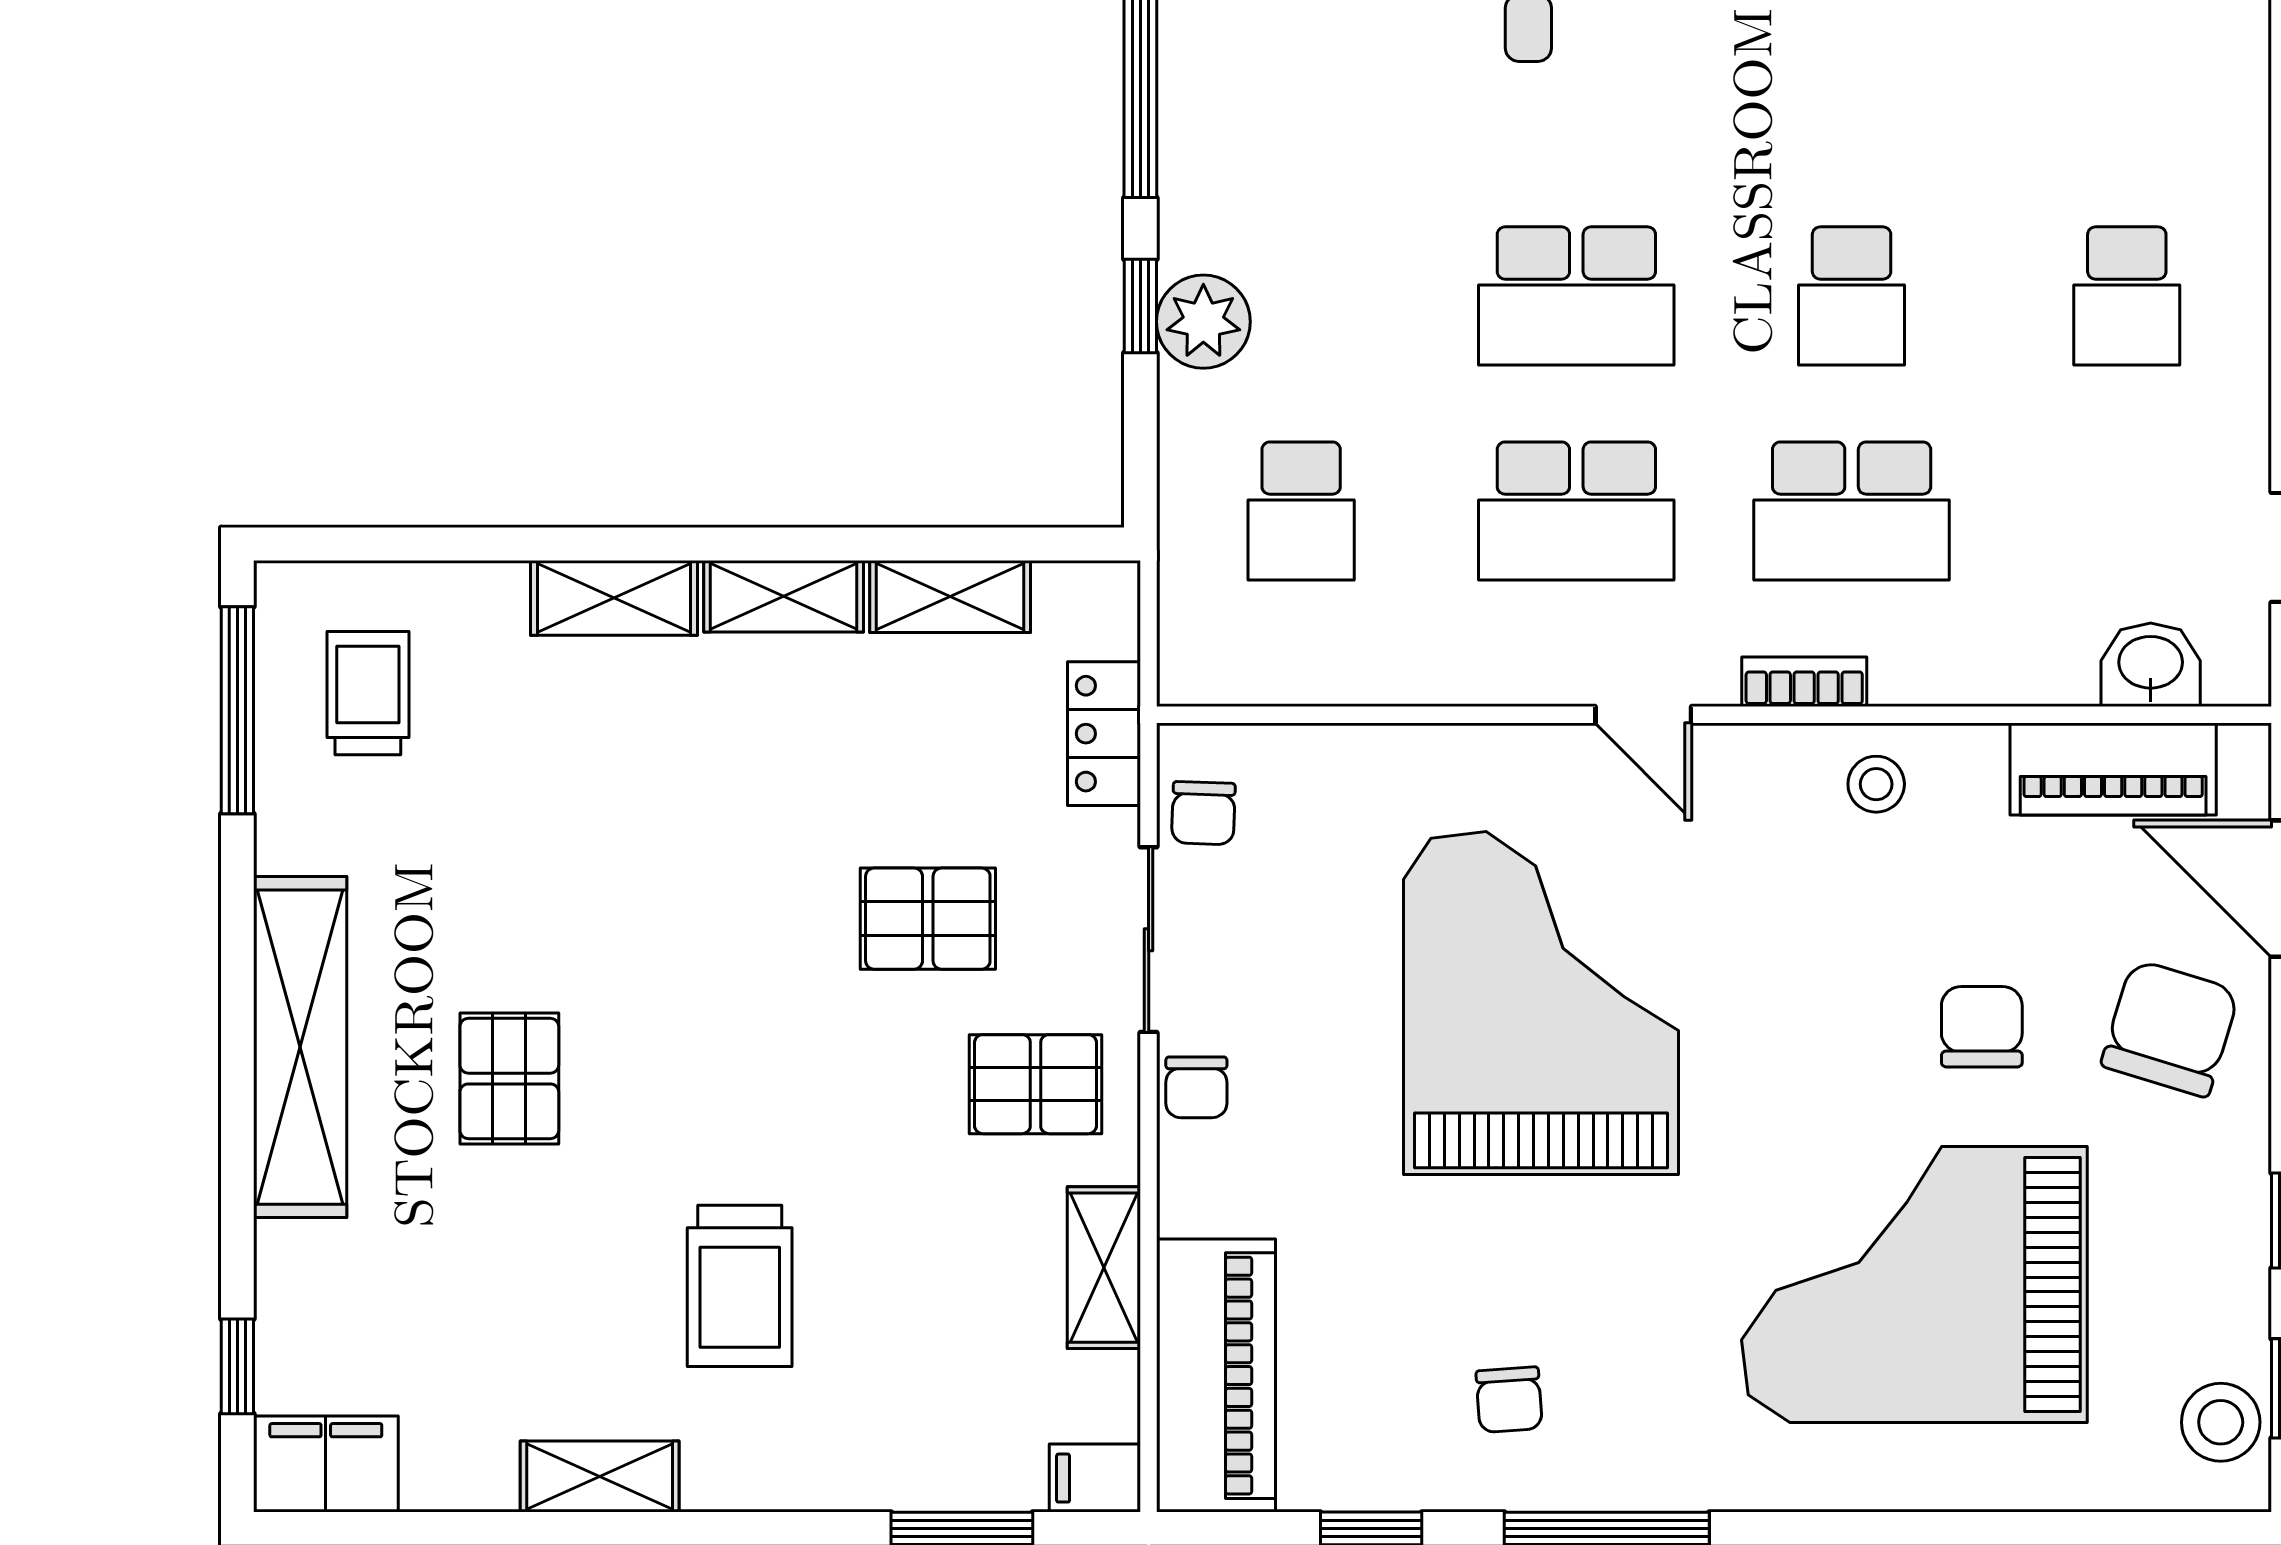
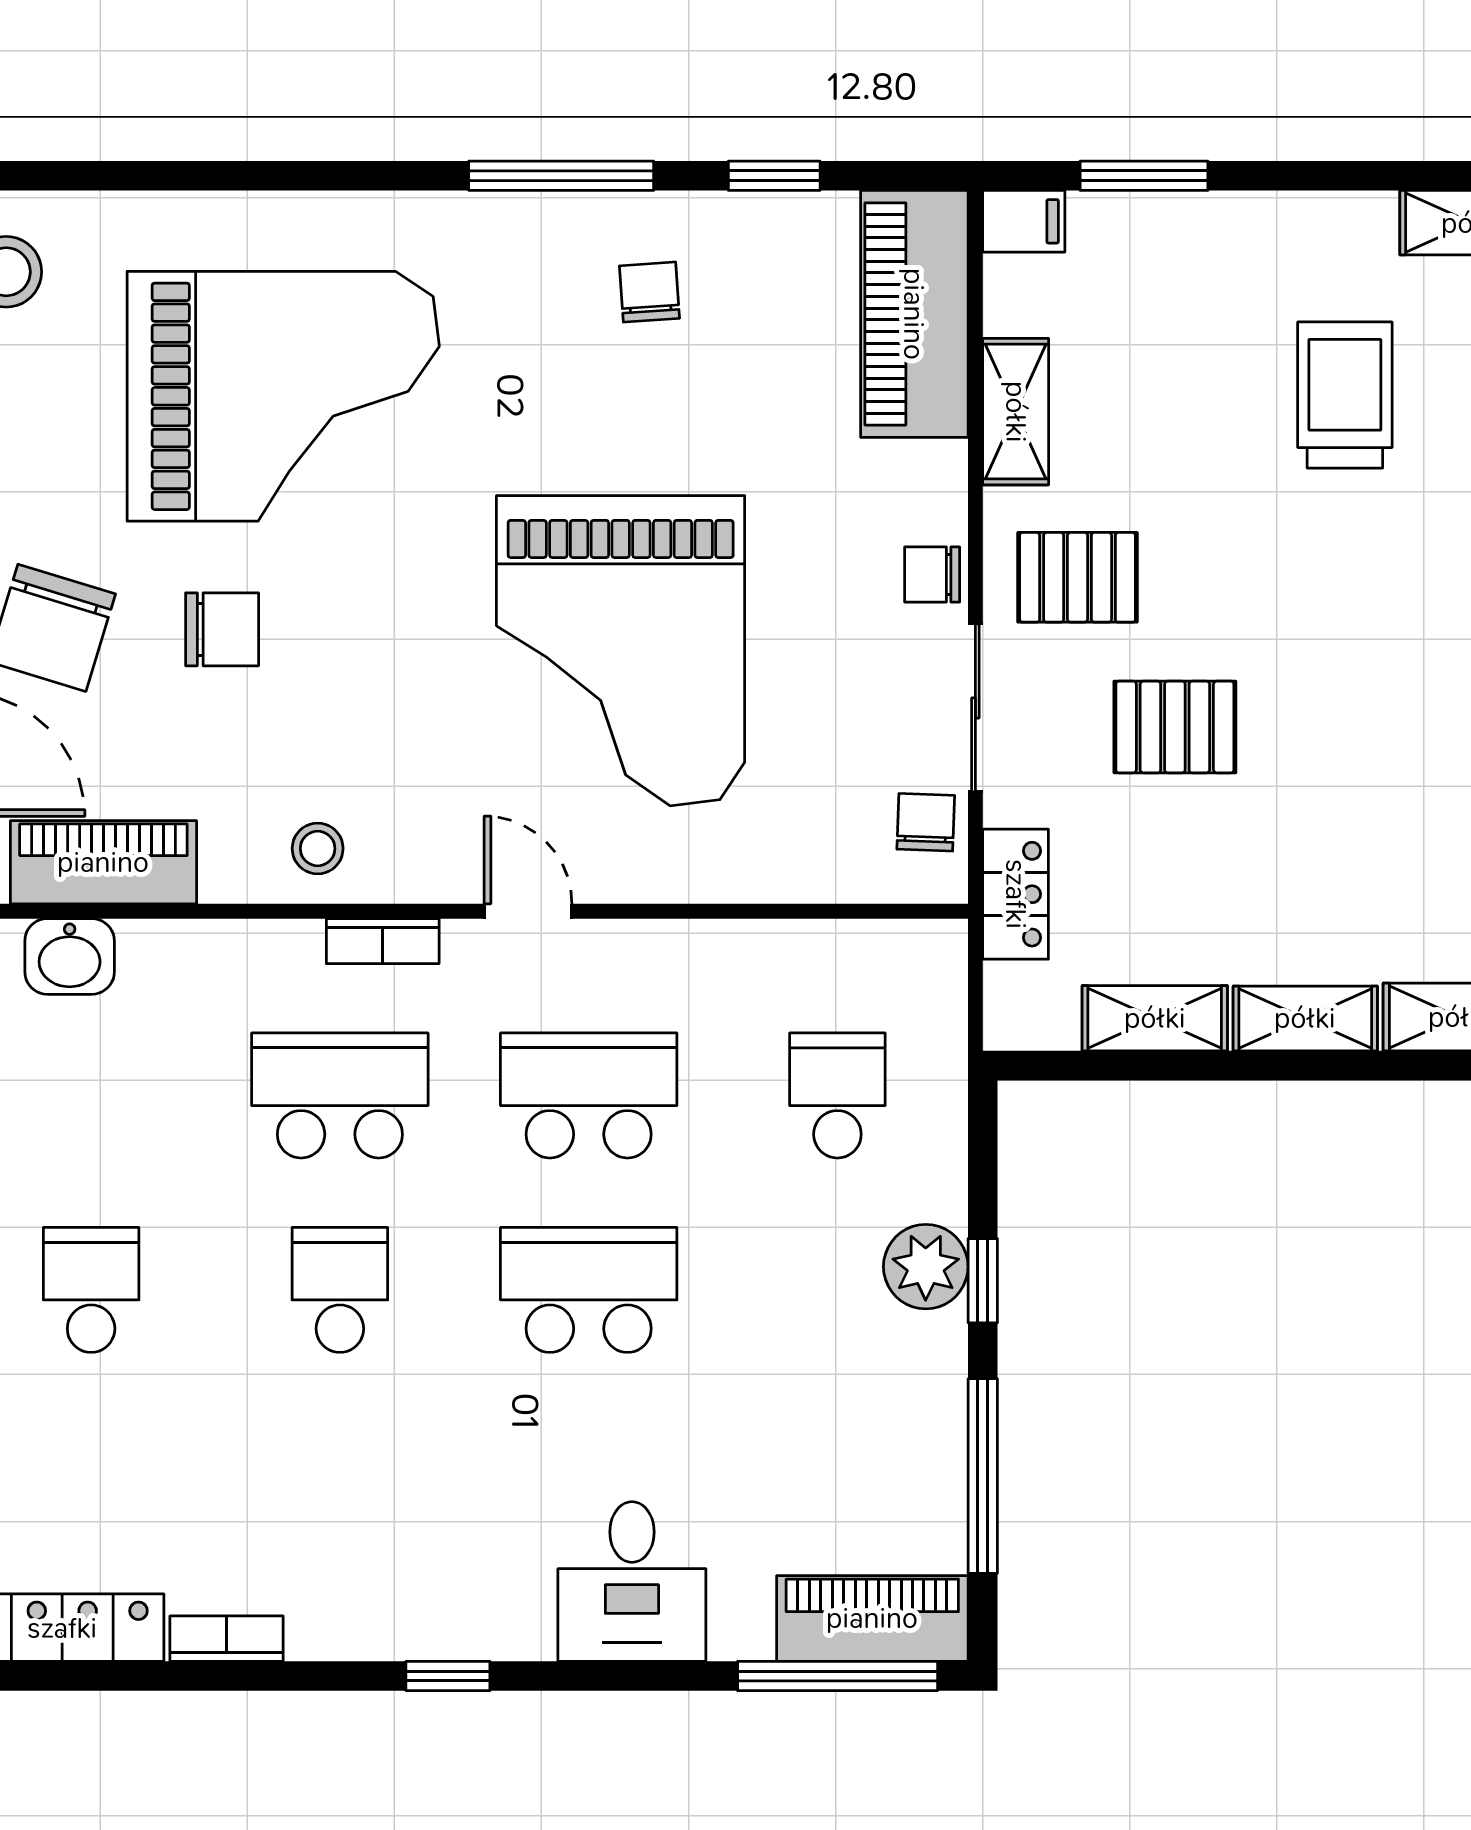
chair: (1982, 1027) -> (222, 629), turned -90
chair: (1196, 1087) -> (932, 574), turned -90

